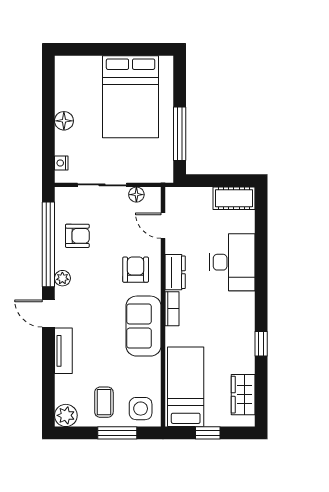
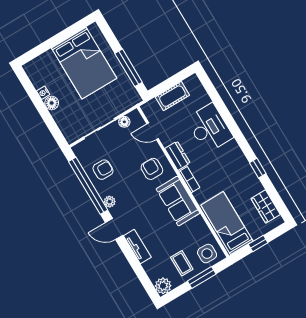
nightstand: (61, 163) -> (43, 93), moved
cot: (234, 198) -> (172, 96), moved

